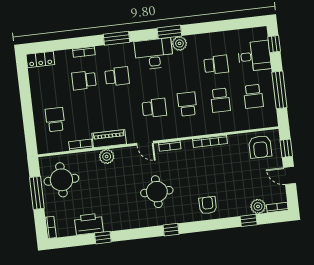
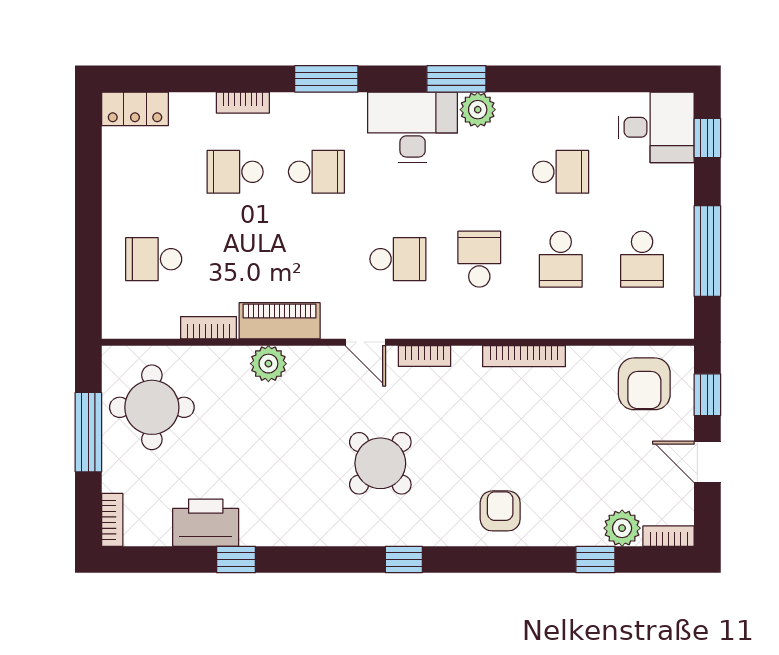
desk: (254, 56) -> (656, 127), moved
school desk: (55, 120) -> (154, 259), turned -90
round table: (157, 192) -> (380, 463), turned 45

